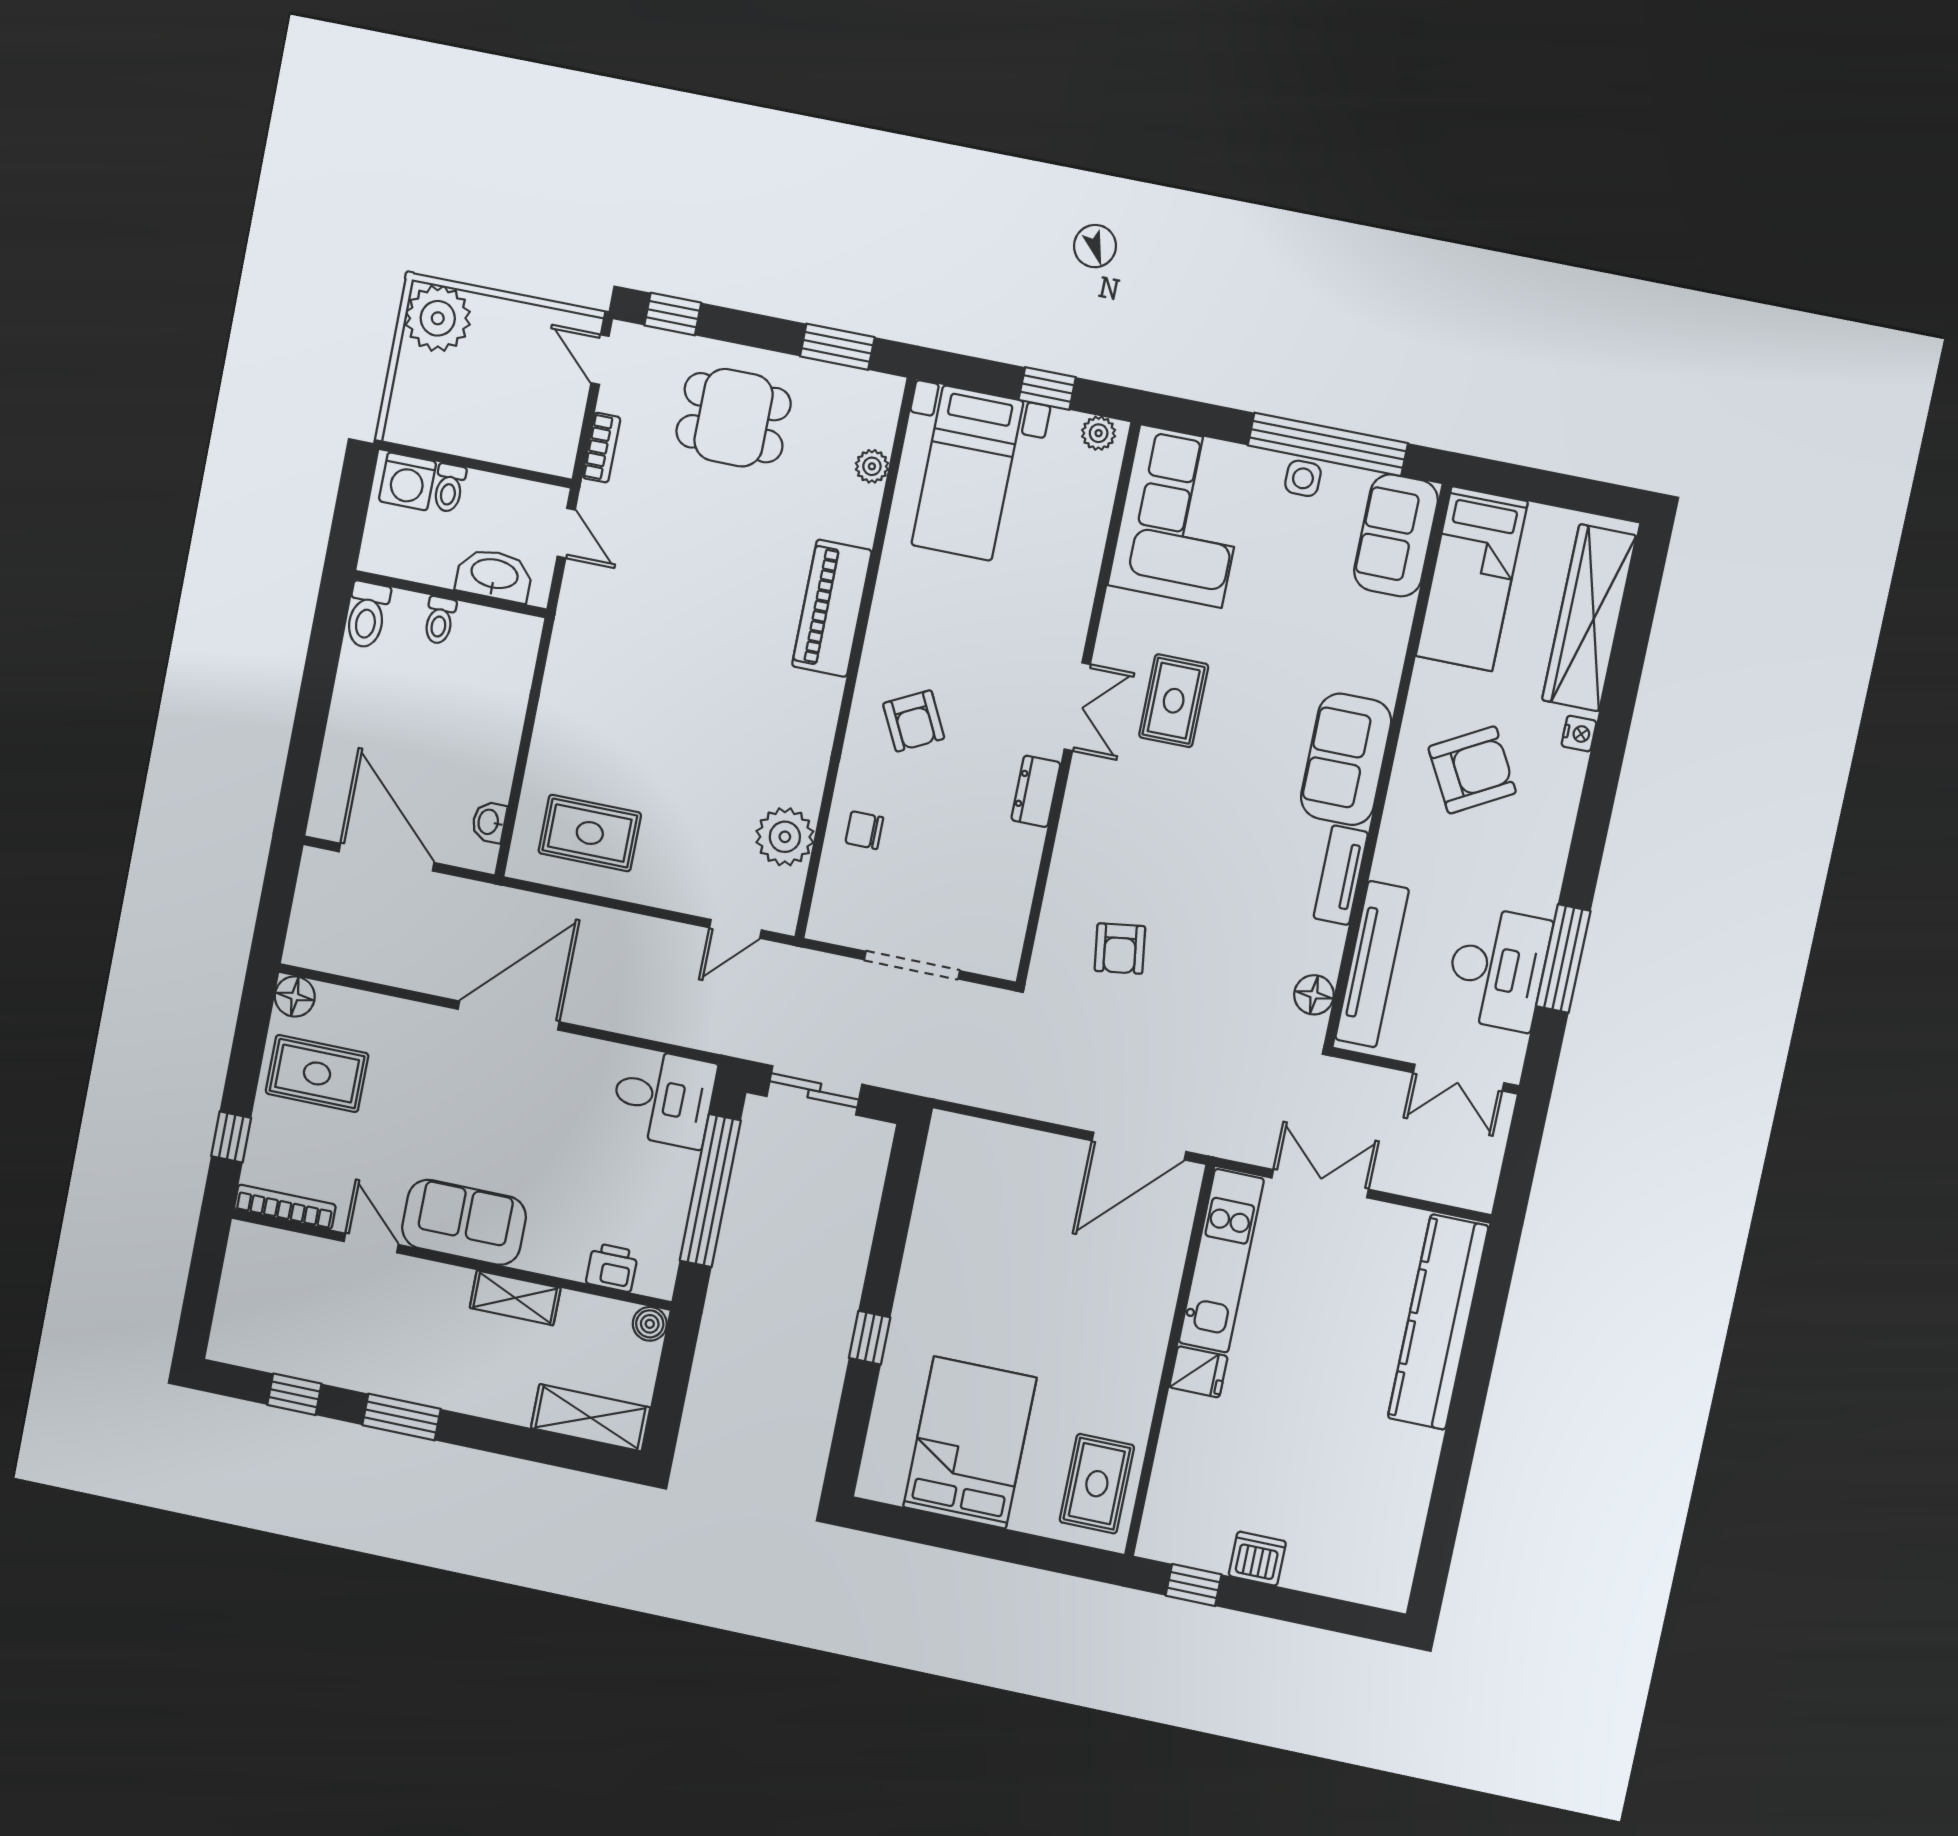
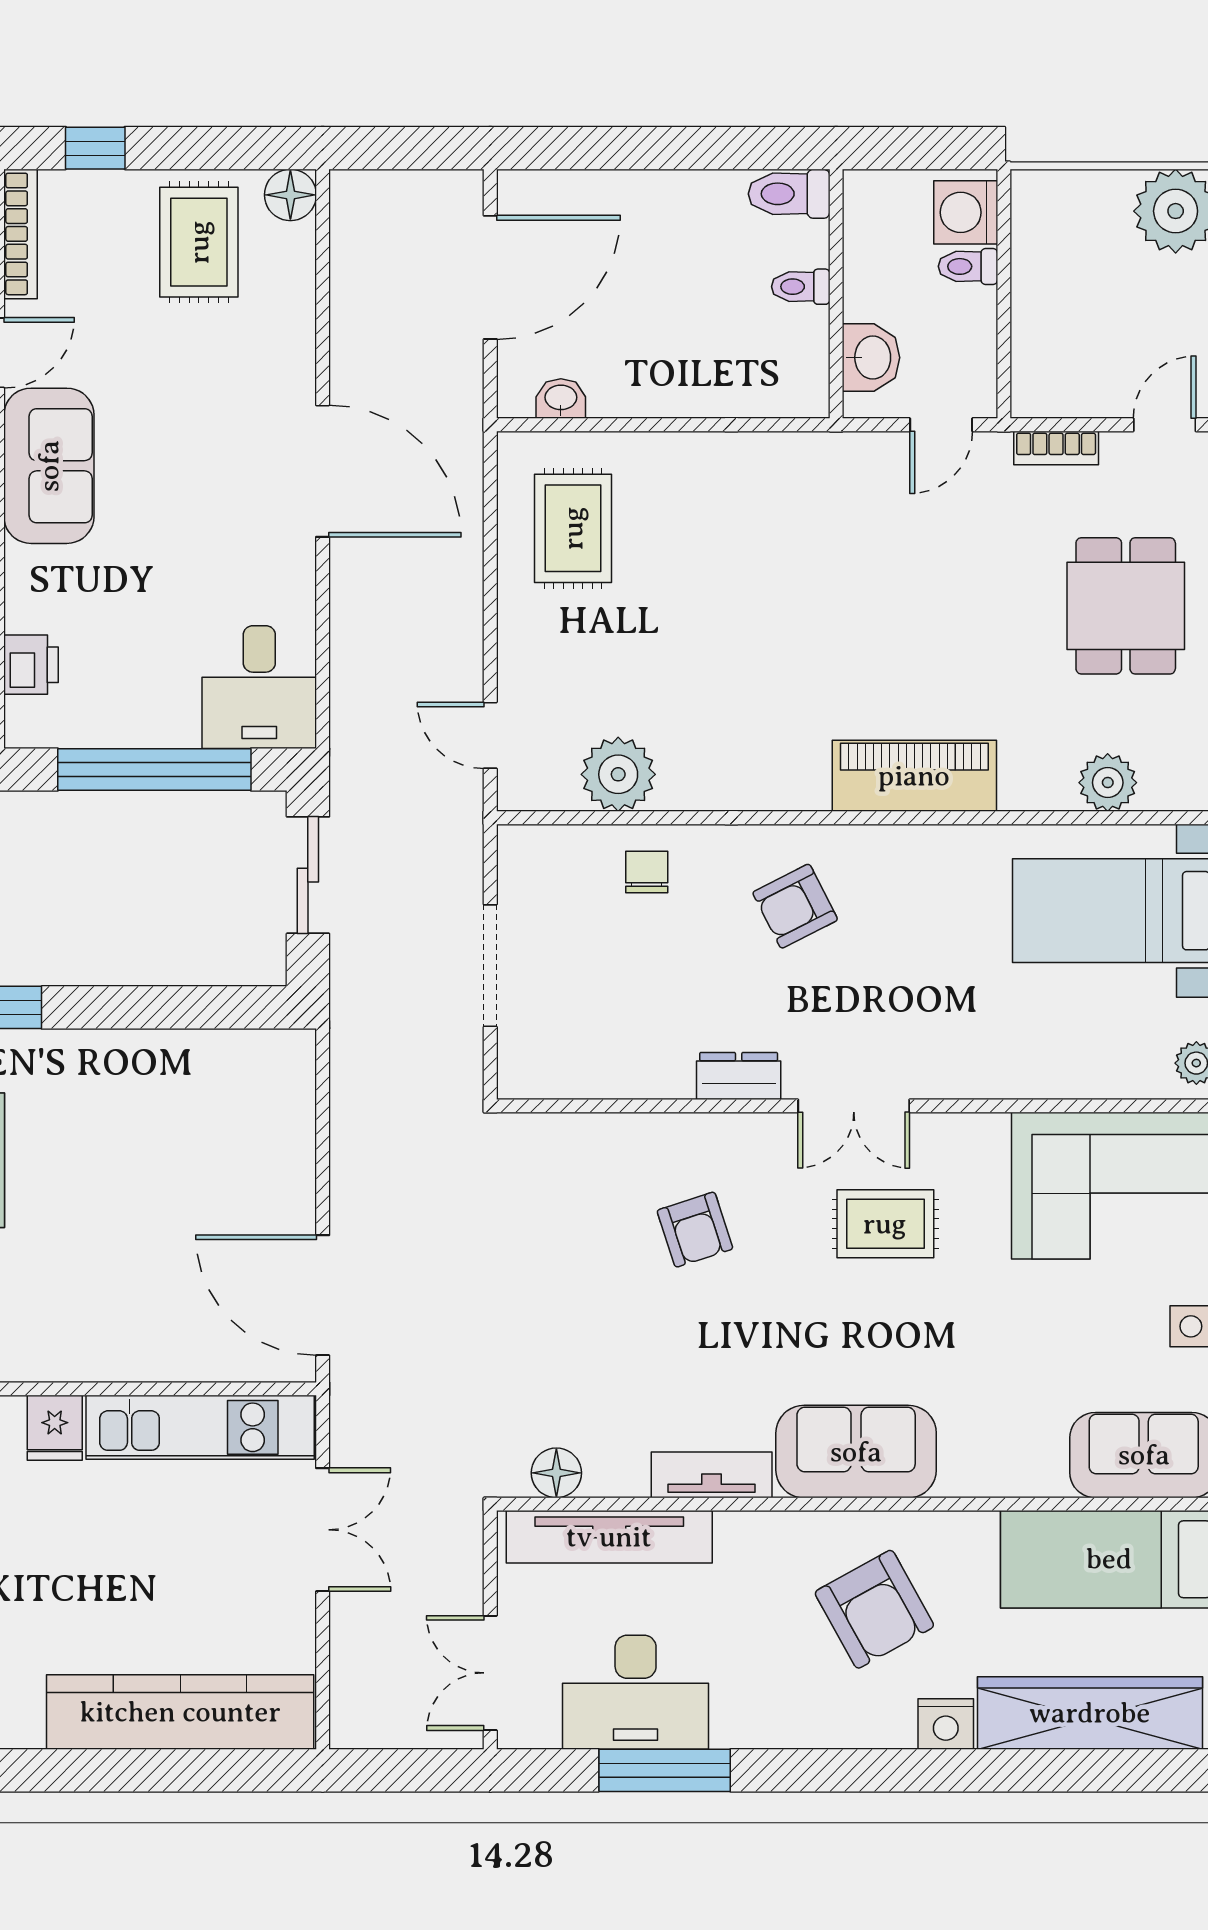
plant: (872, 466) -> (1108, 783), width x1.38, depth x1.38
washbasin: (494, 575) -> (871, 358), width x0.72
nightstand: (1579, 734) -> (946, 1724), width x1.39, depth x1.35
armchair: (1120, 949) -> (695, 1230), moved, turned -100

